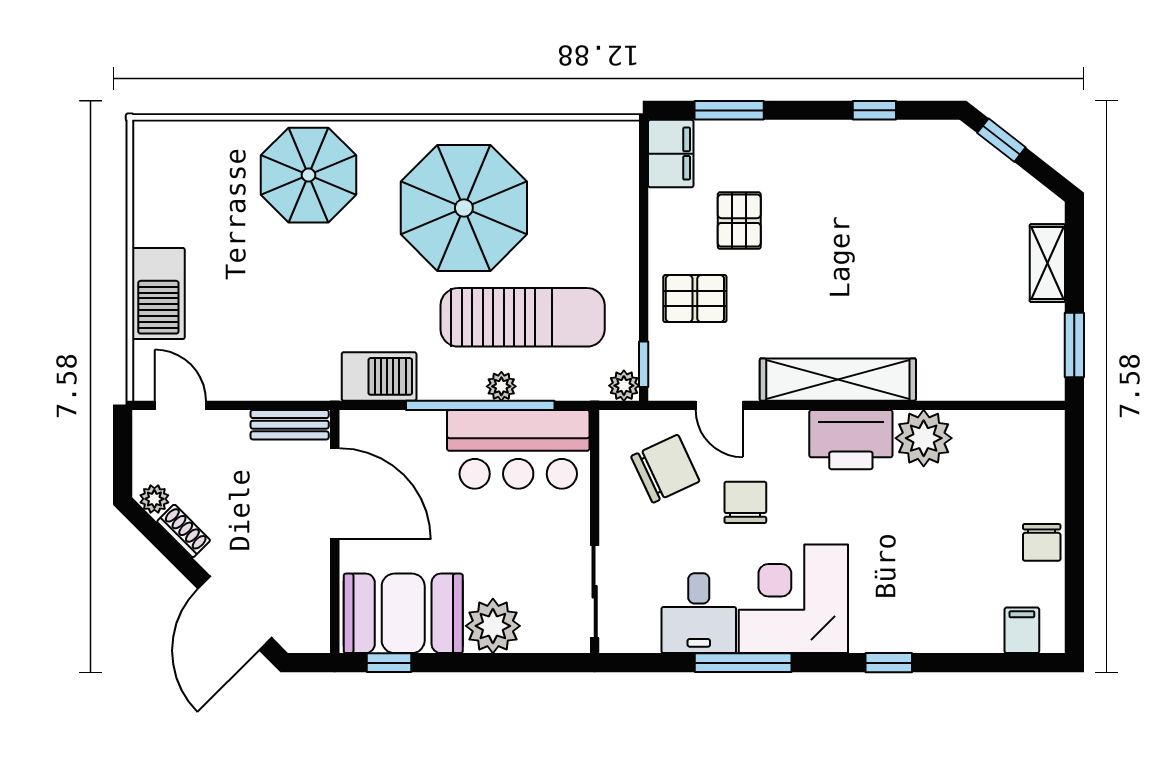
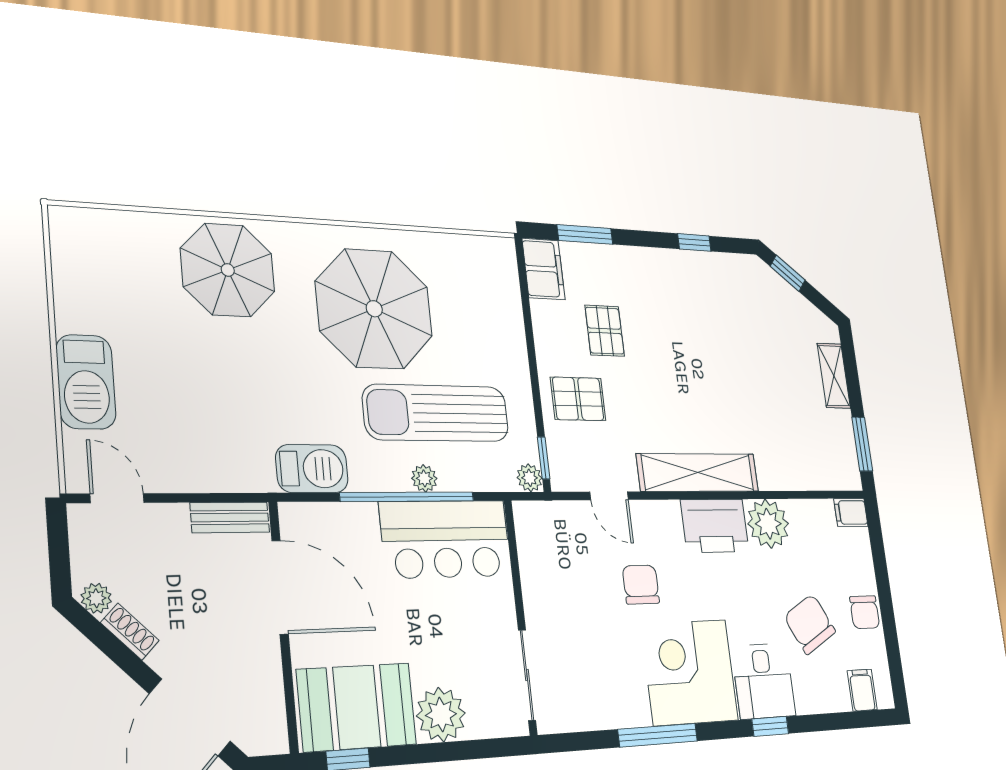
sun lounger: (523, 317) -> (436, 413), turned 180
filing cabinet: (1043, 426) -> (851, 512), added
chair: (665, 469) -> (810, 624), moved, turned -94
desk: (699, 613) -> (763, 681), moved

